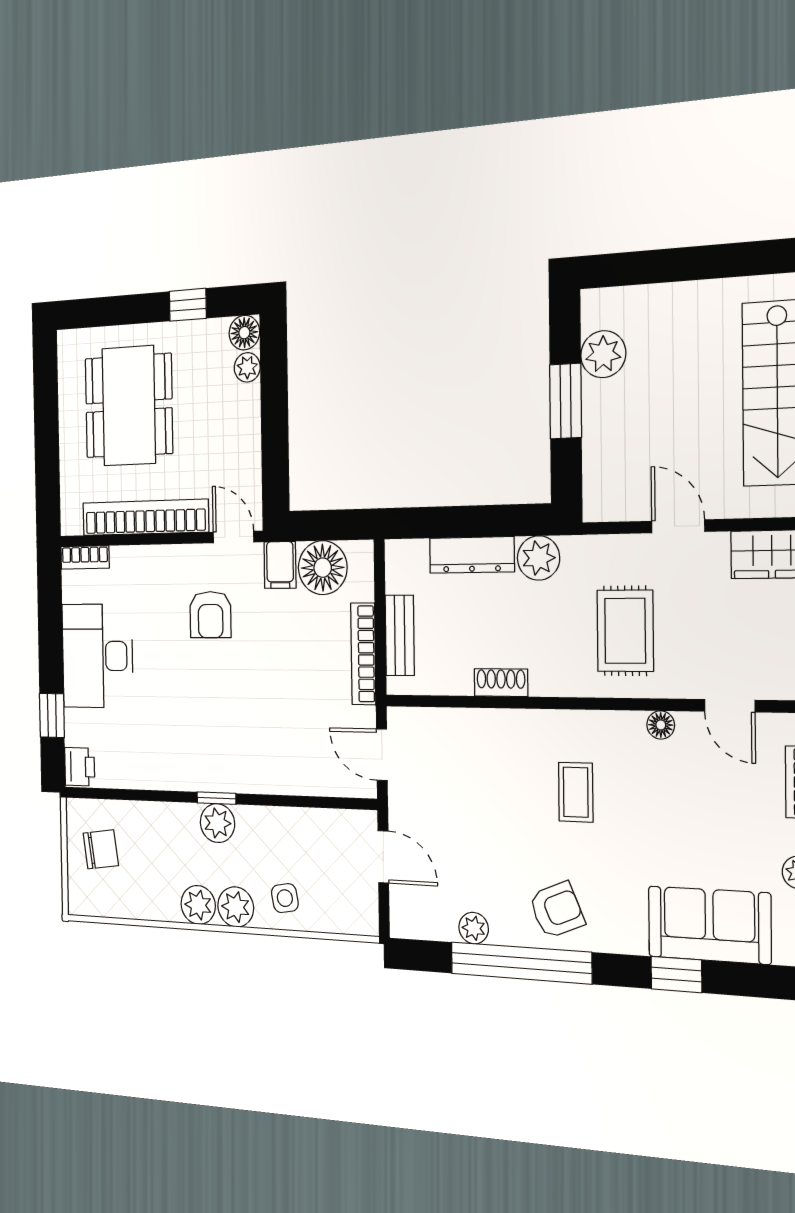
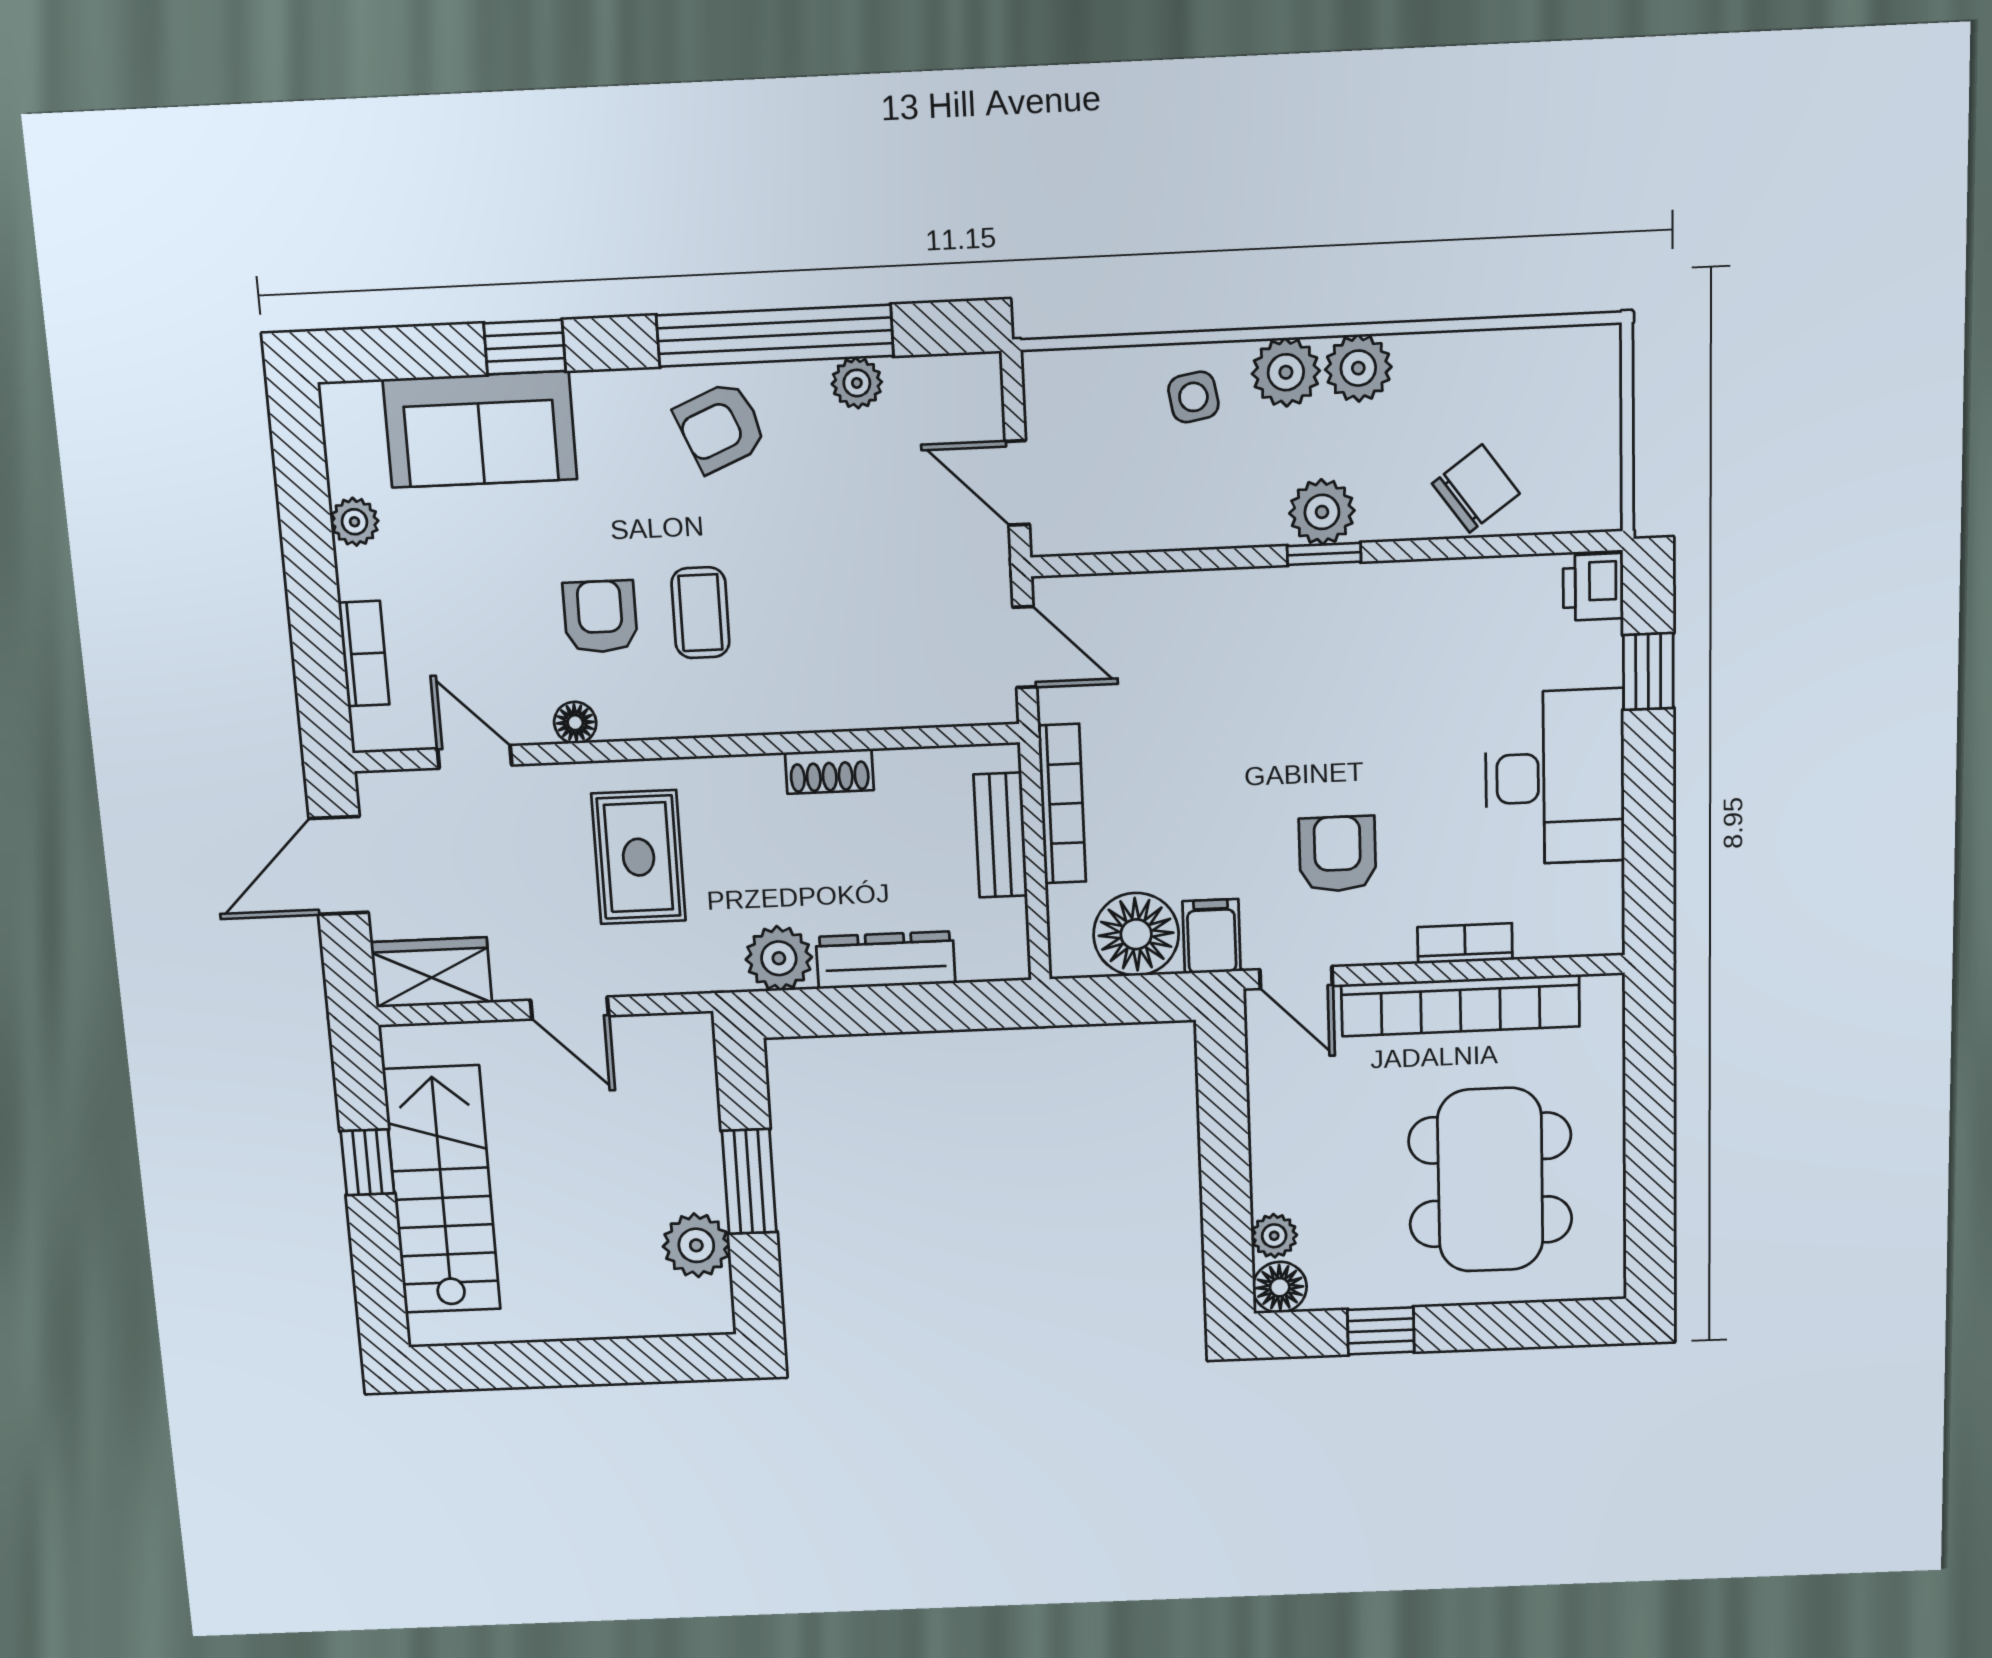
bookcase: (85, 557) -> (1465, 943), moved
armchair: (640, 795) -> (600, 617), added
chair: (101, 849) -> (1476, 489), moved, turned 152

